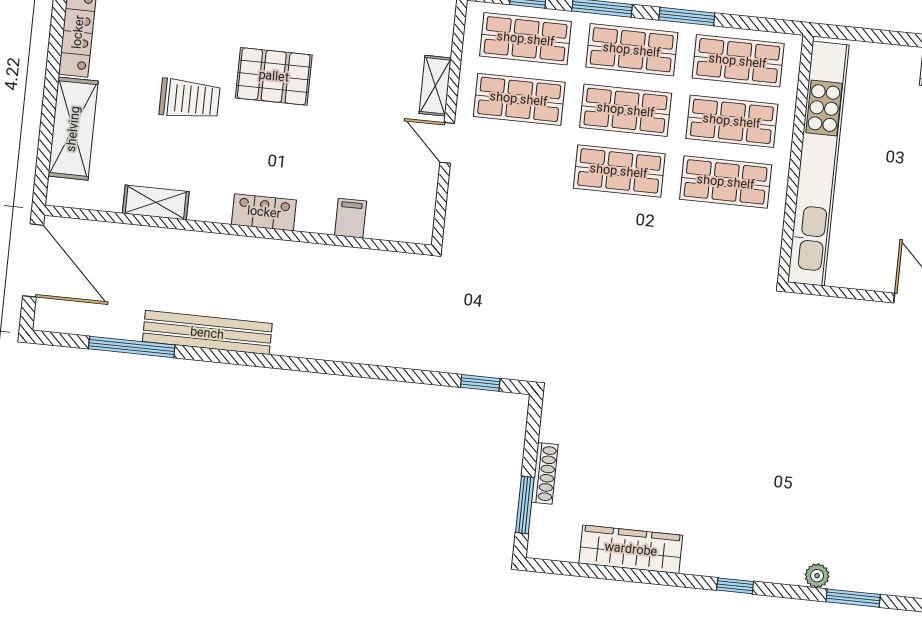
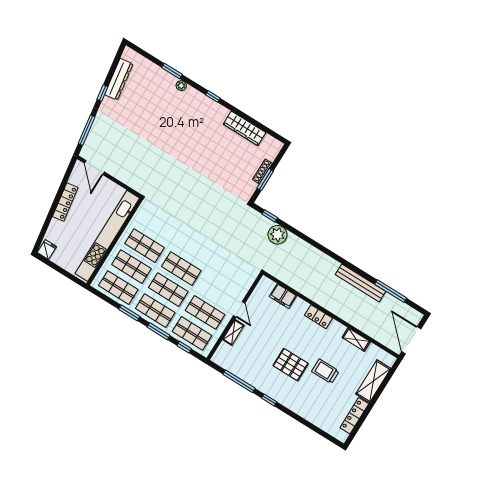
filing cabinet: (351, 218) -> (283, 296), width x2.00
plant: (443, 350) -> (277, 235), added
window: (525, 505) -> (265, 180), moved

